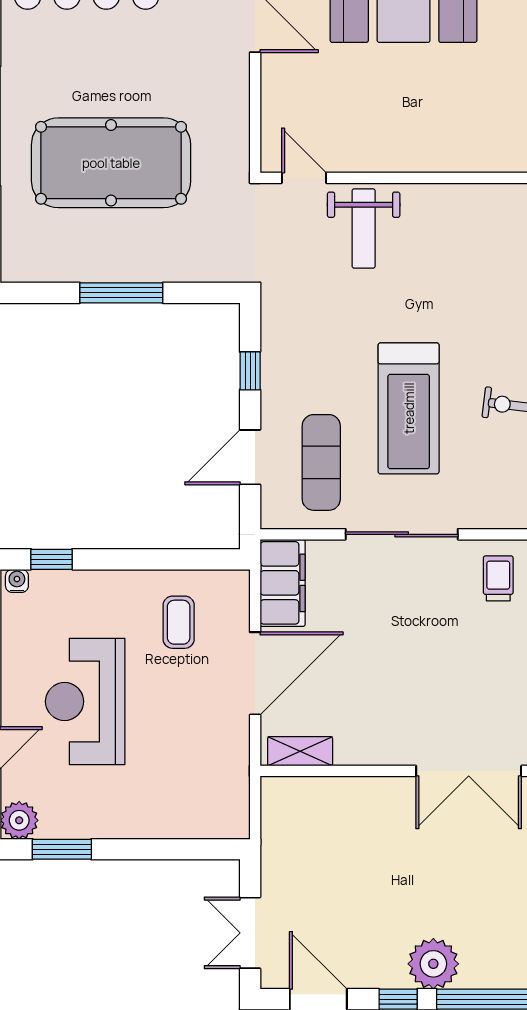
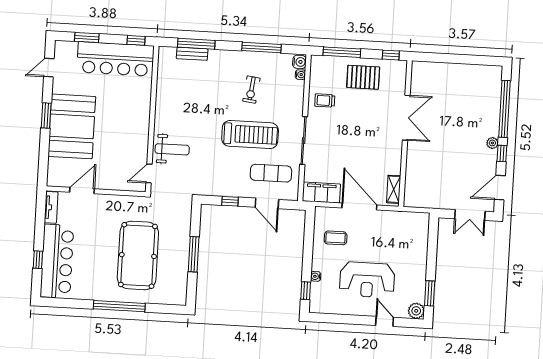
water cooler: (17, 581) -> (316, 276), moved
plant: (433, 964) -> (492, 143), width x0.53, depth x0.53

